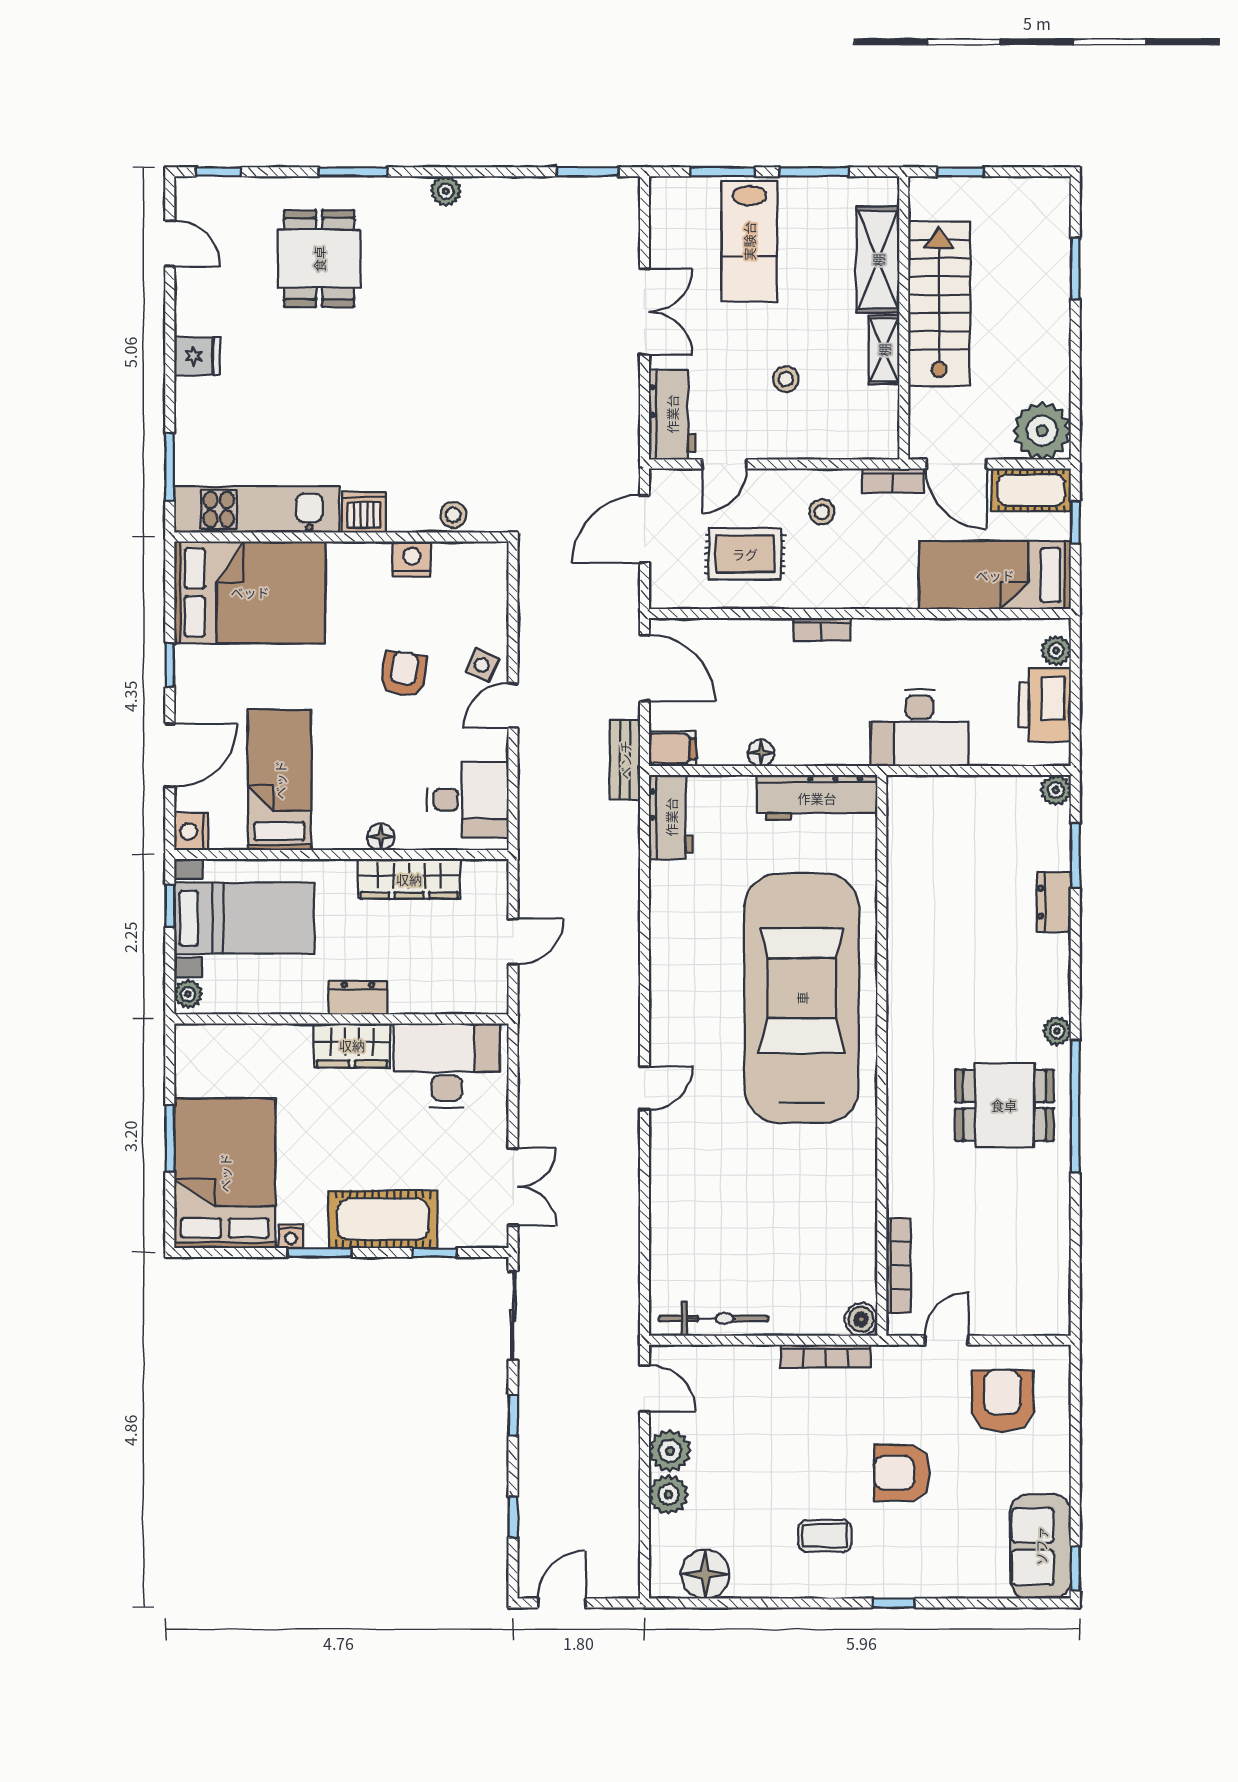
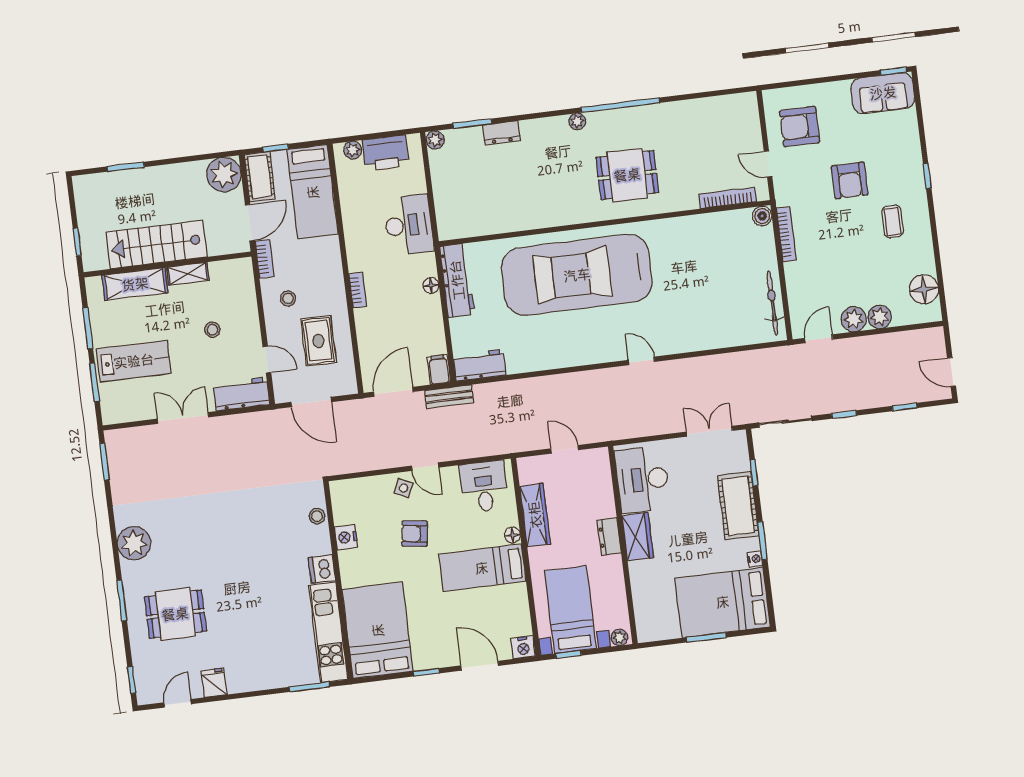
plant: (446, 191) -> (134, 543), width x1.87, depth x1.87
fridge: (197, 356) -> (214, 683), moved
floor lamp: (761, 753) -> (431, 285), moved
bed: (280, 780) -> (482, 568), moved
dining table: (1004, 1105) -> (627, 175), moved, turned 90

